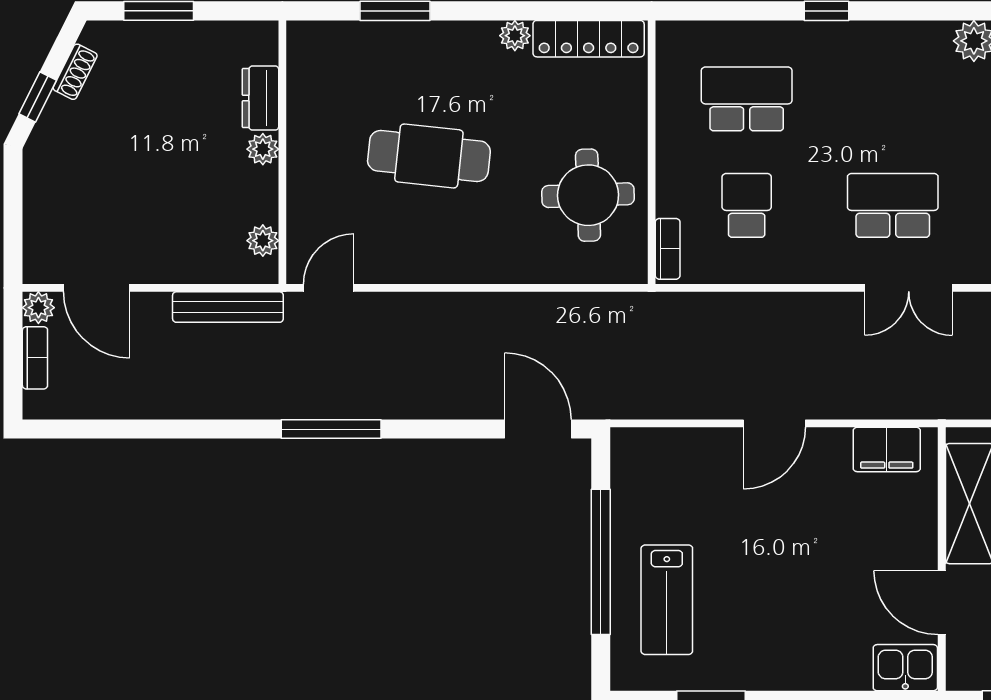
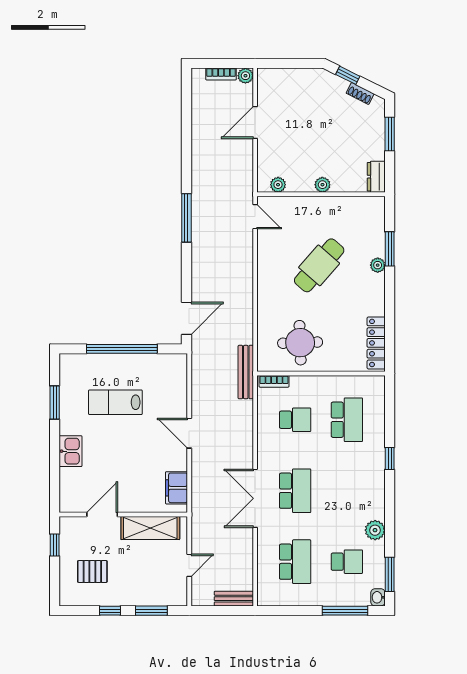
plant: (515, 36) -> (378, 265), moved
dresser: (261, 98) -> (376, 177), moved, turned -90
cafe table: (429, 156) -> (319, 265), turned 35
door: (97, 288) -> (255, 122), moved
double door: (909, 288) -> (255, 498), width x1.37
bench: (228, 307) -> (246, 372), moved
lab bench: (667, 600) -> (115, 402), moved
kitchen sink: (905, 668) -> (71, 451), moved

